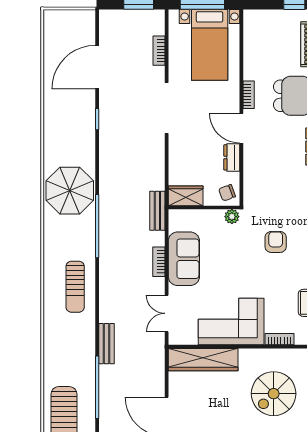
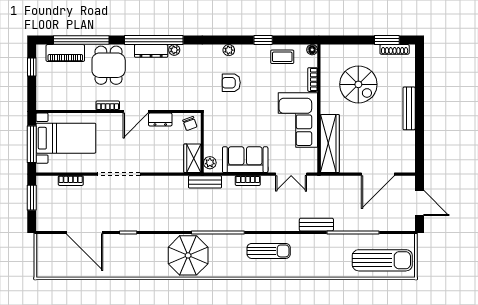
plant: (232, 217) -> (210, 163), moved

